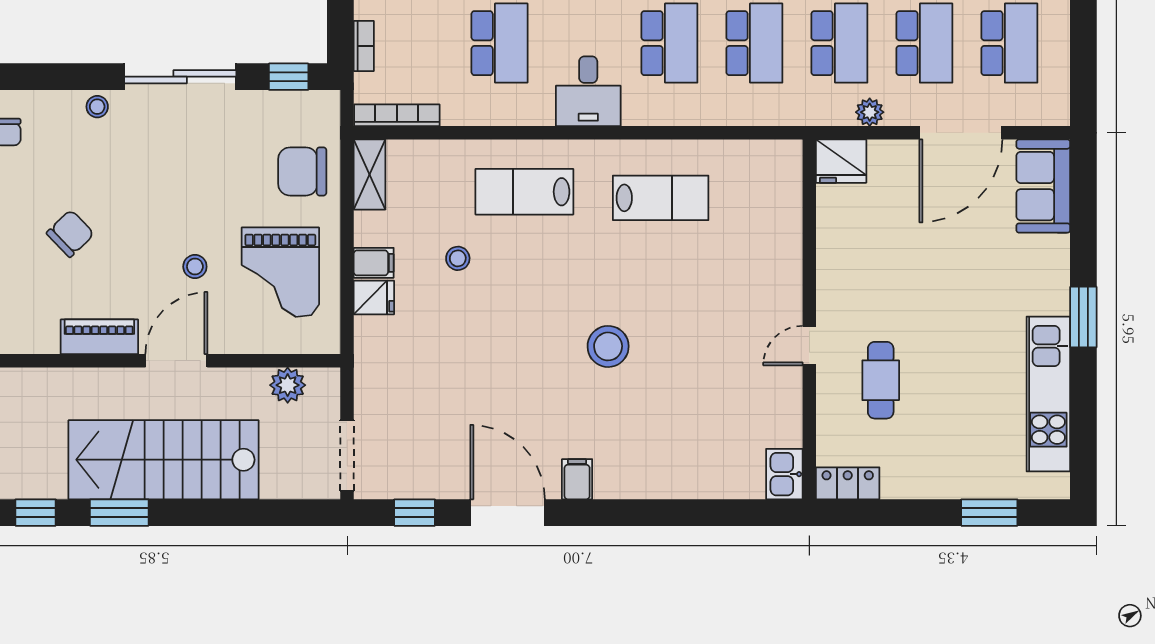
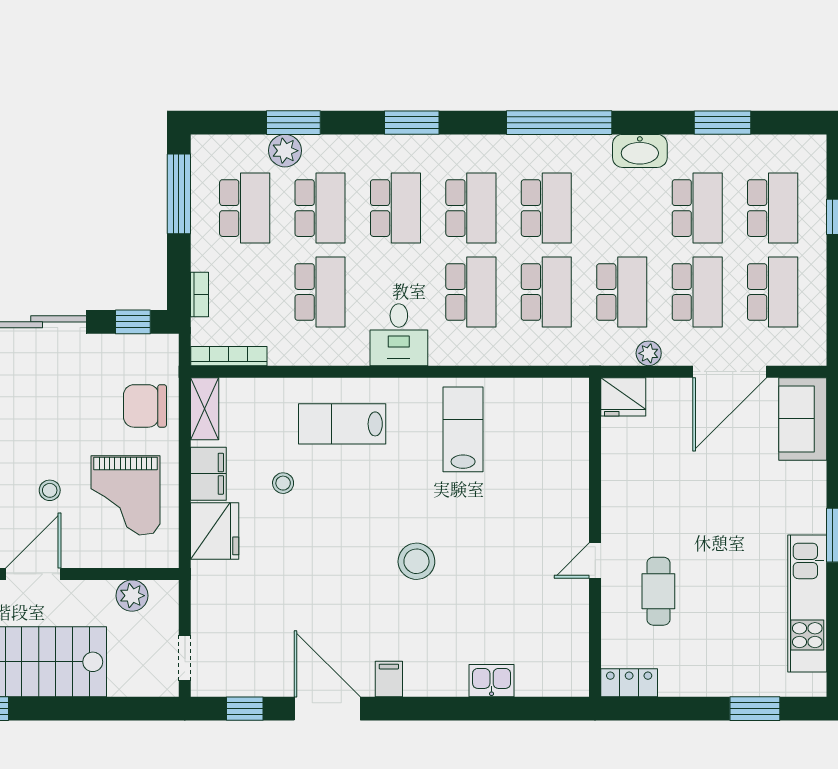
lab bench: (661, 198) -> (463, 429), turned -90
filing cabinet: (374, 263) -> (208, 474), width x2.00
fridge: (374, 297) -> (215, 531), width x1.88, depth x1.34
doorway: (347, 456) -> (185, 658), width x0.73
kitchen sink: (784, 474) -> (492, 681), moved, turned 90

